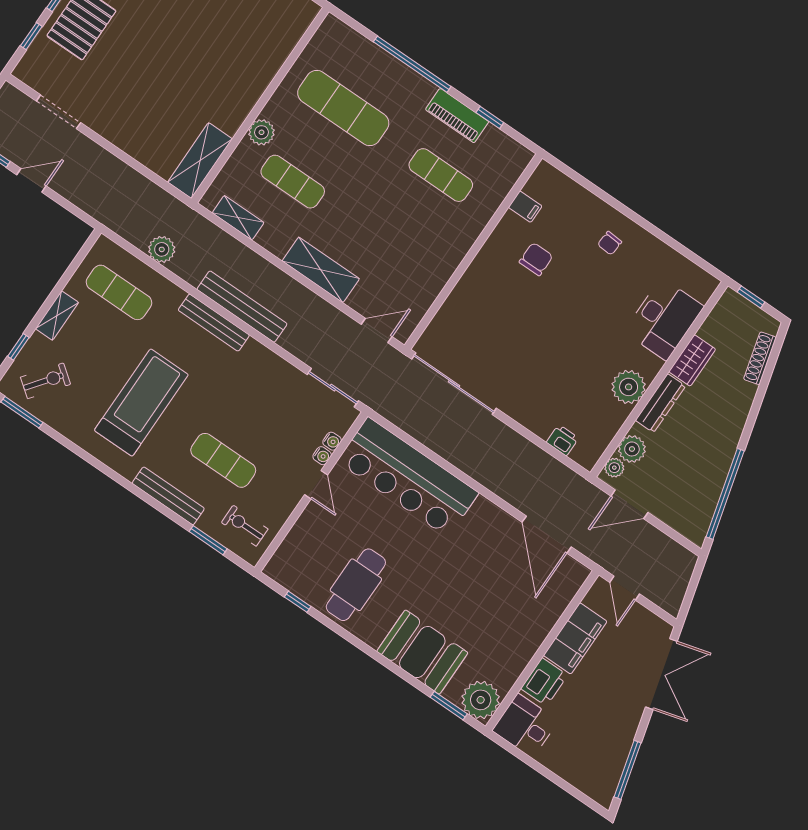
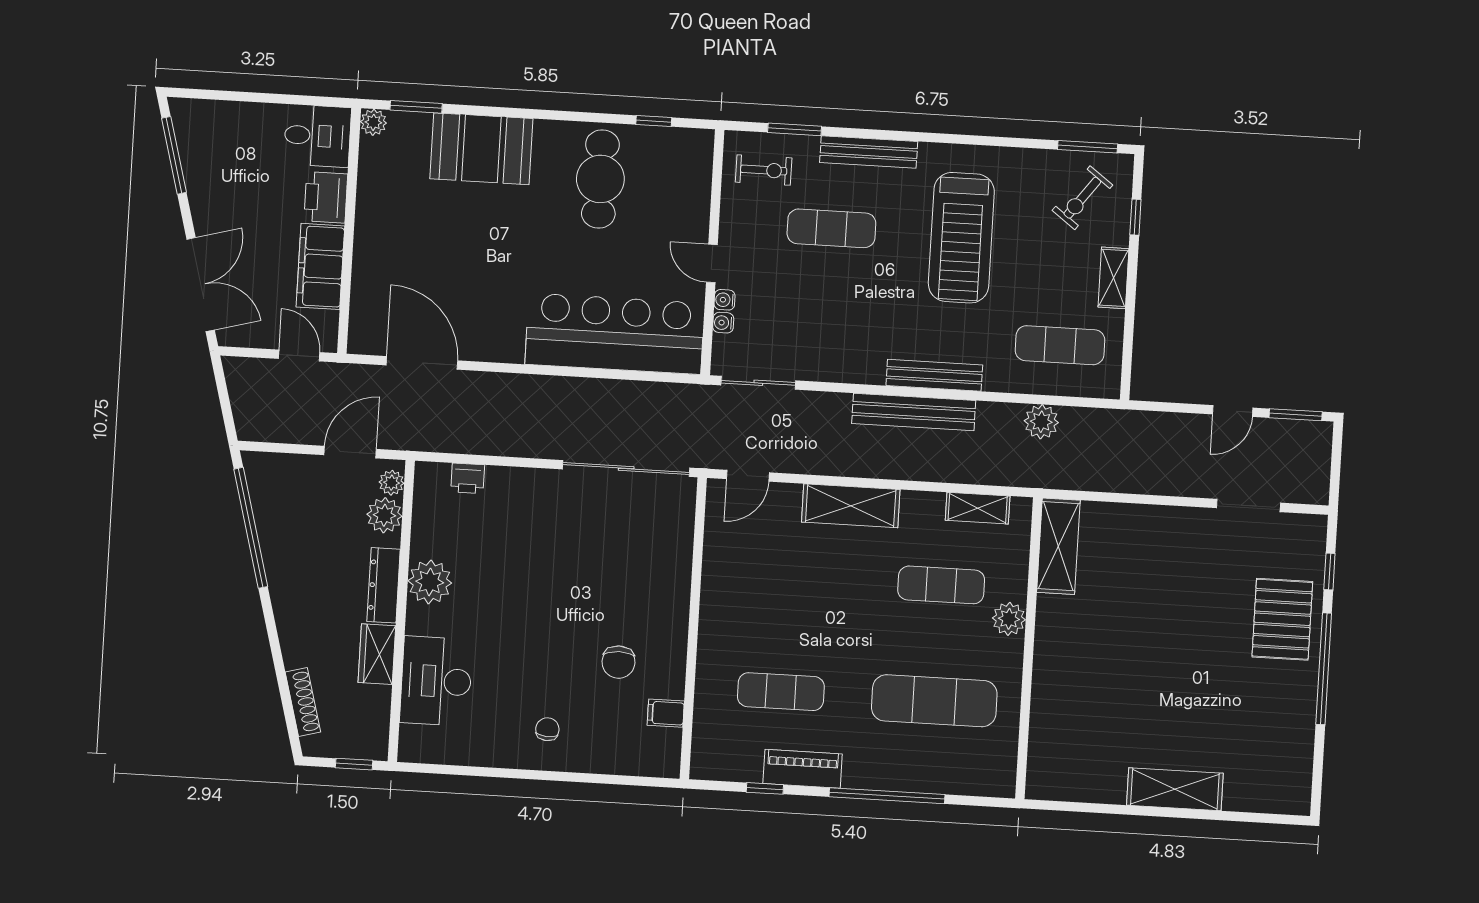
double door: (661, 674) -> (201, 285), swing flipped
plant: (481, 700) -> (373, 122), width x0.53, depth x0.53

